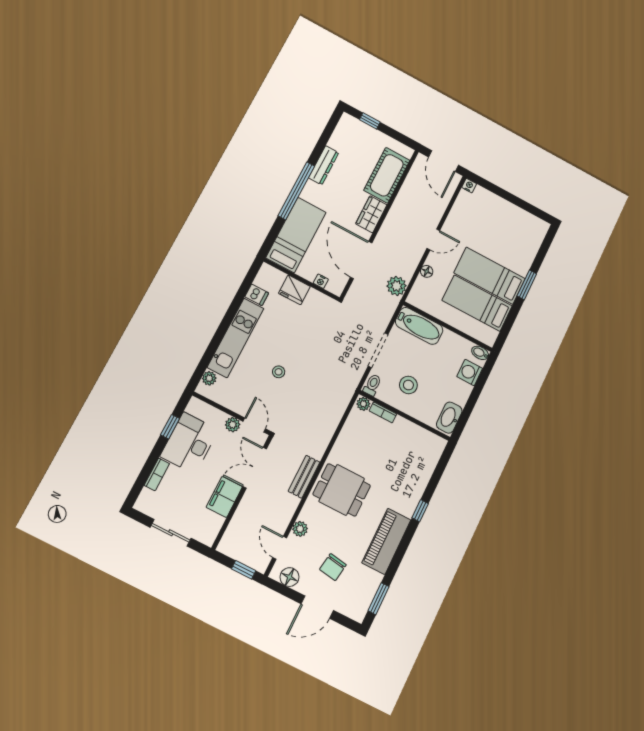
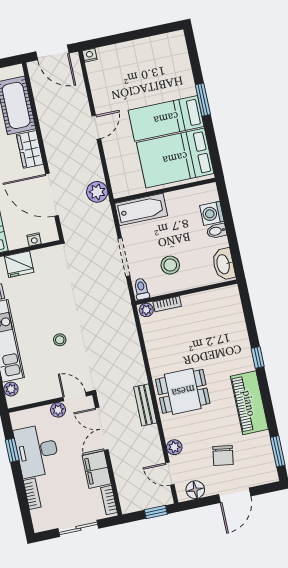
floor lamp: (427, 271) -> (112, 159), removed
bed: (477, 303) -> (175, 158), width x1.50
bidet: (480, 353) -> (217, 231), moved
bookcase: (214, 530) -> (109, 500), added

